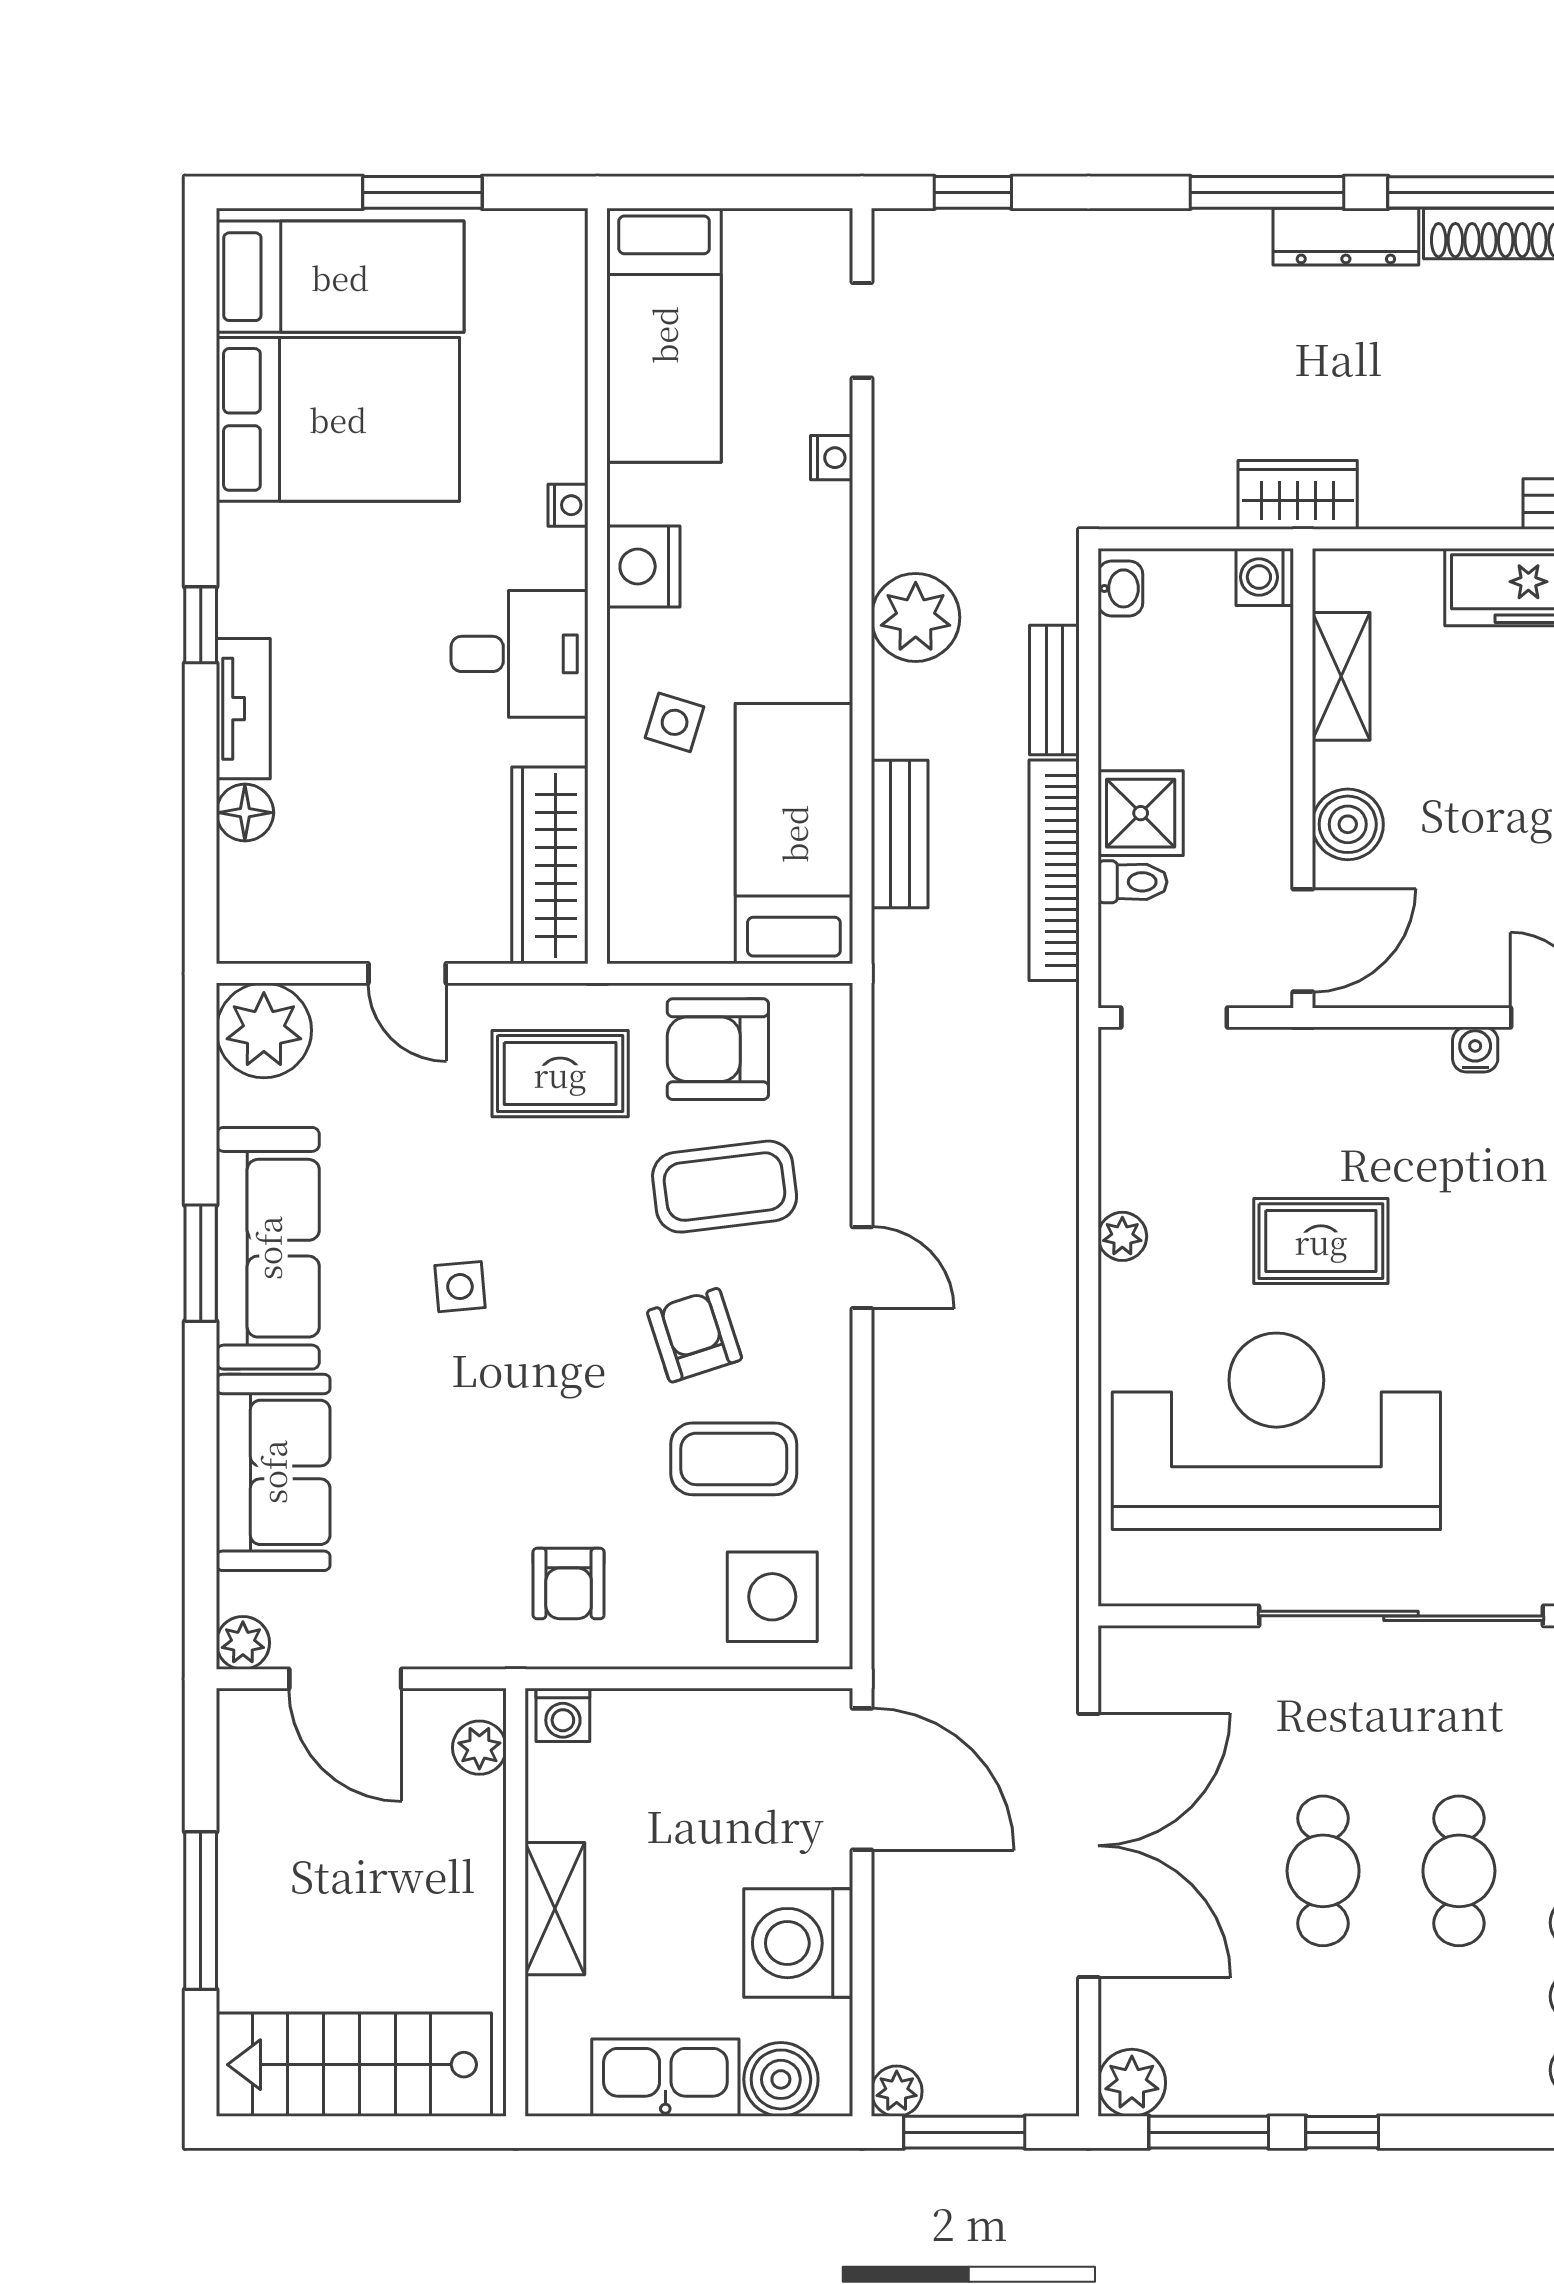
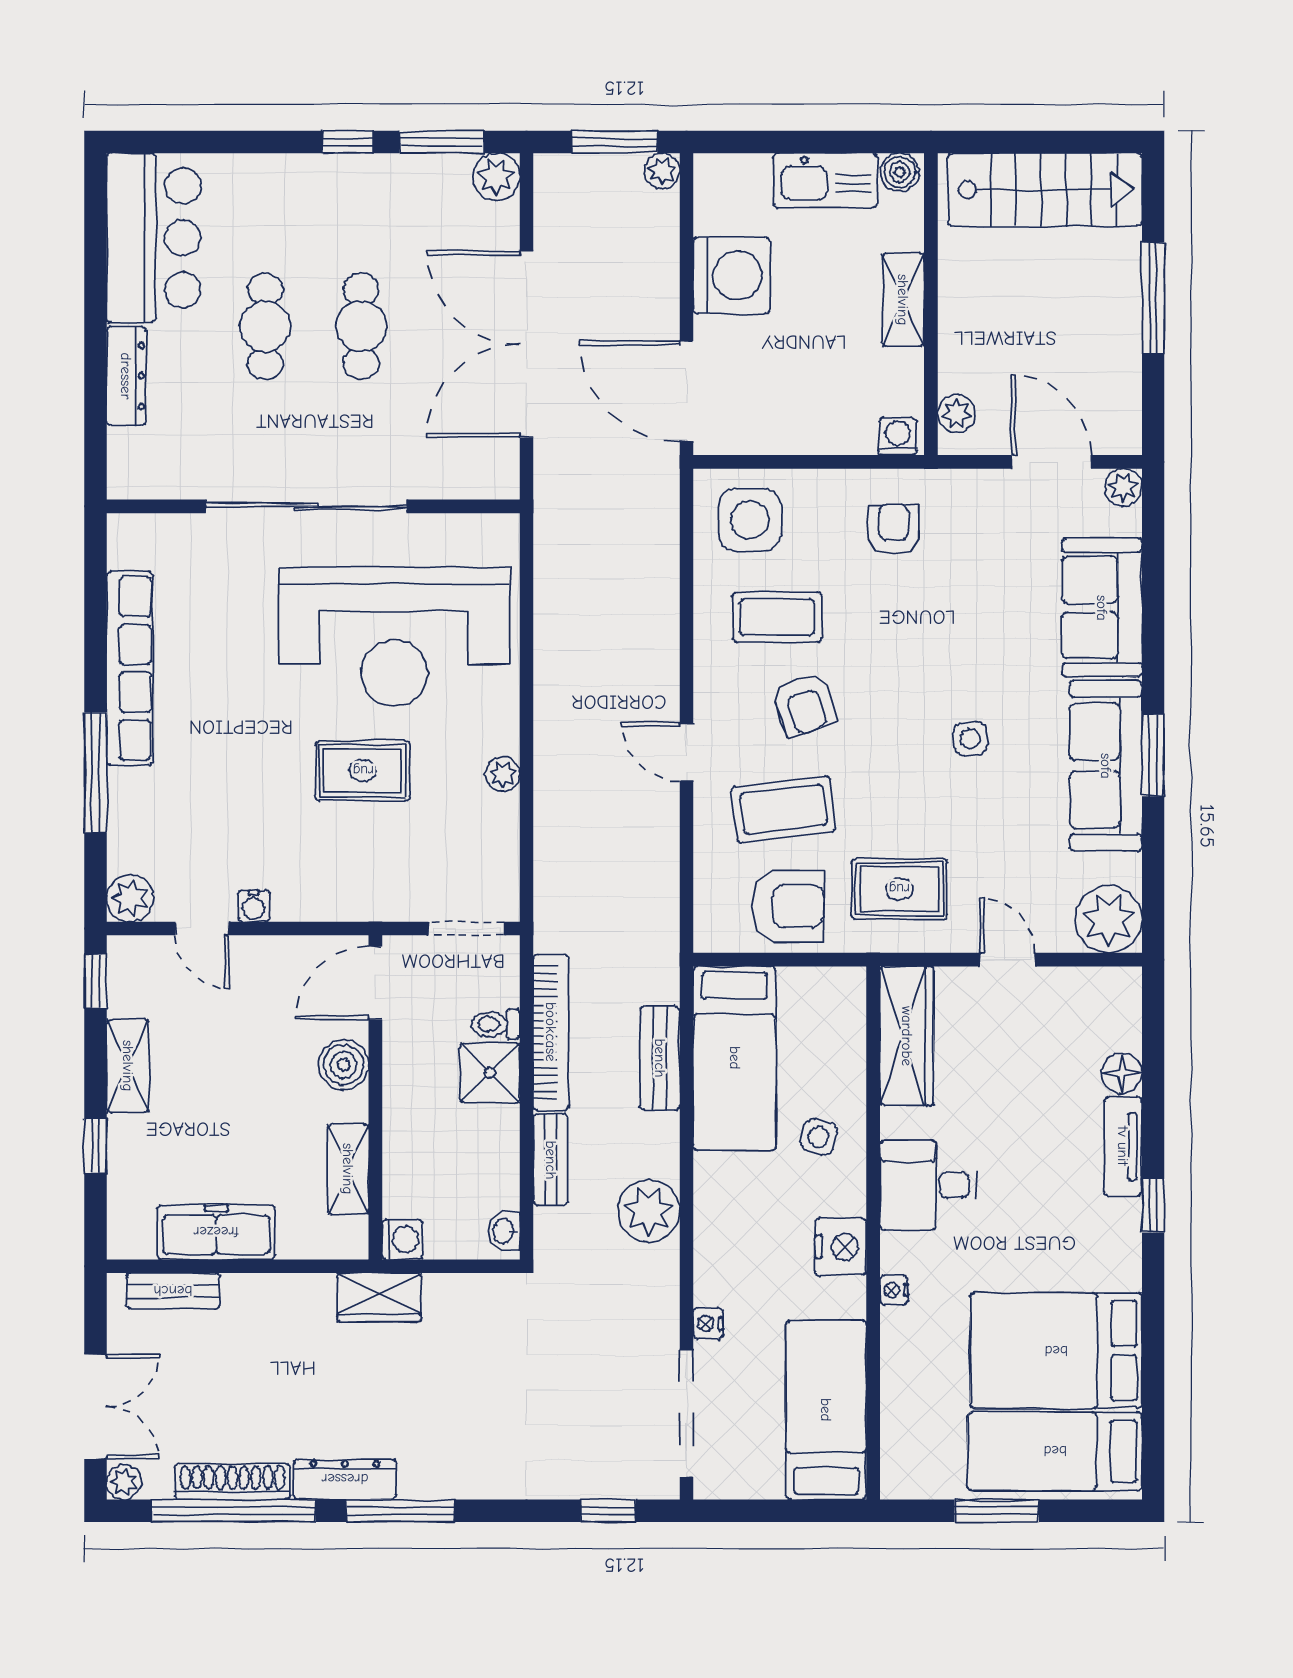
doorway: (862, 330) -> (686, 1414), width x1.88
boiler: (781, 2079) -> (900, 172), moved, width x0.73, depth x0.73

